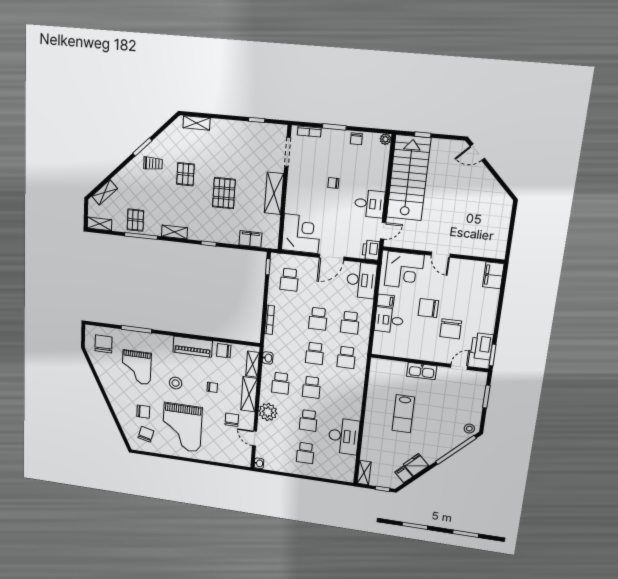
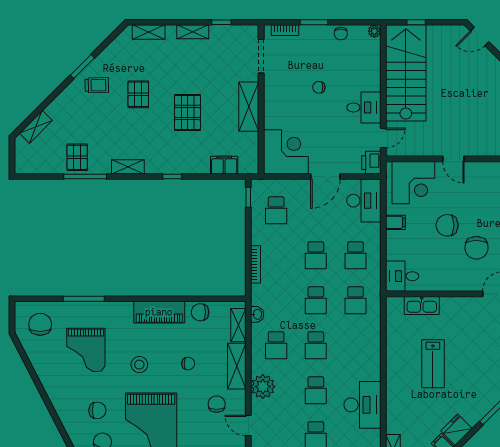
shelving: (100, 224) -> (193, 32), moved
desk: (389, 320) -> (402, 276), moved
kitchen sink: (422, 371) -> (422, 305), moved

